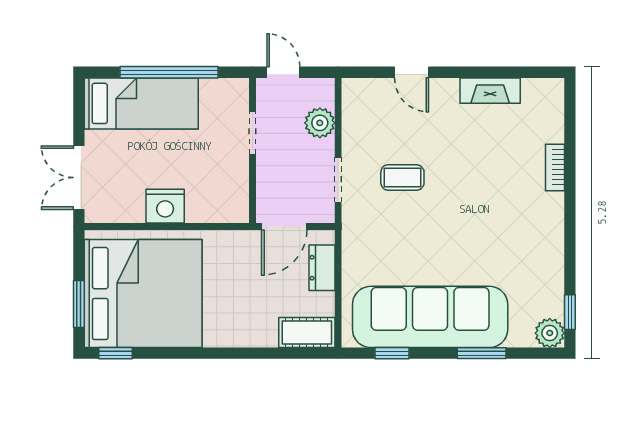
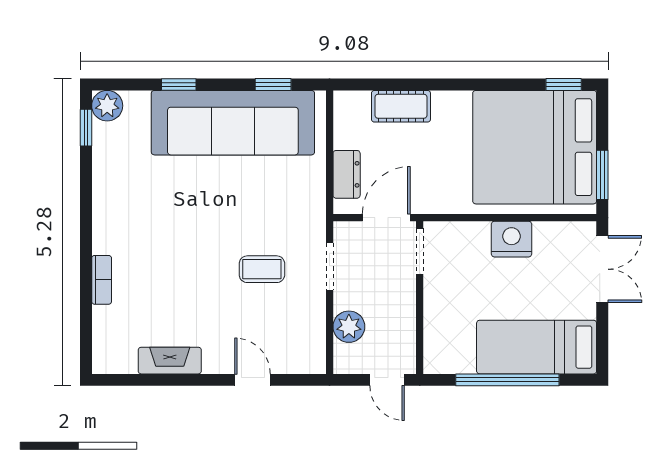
doorway: (252, 133) -> (420, 251), moved
window: (79, 304) -> (602, 175), moved
cot: (307, 332) -> (401, 106), moved
window: (482, 353) -> (179, 84), width x0.67

